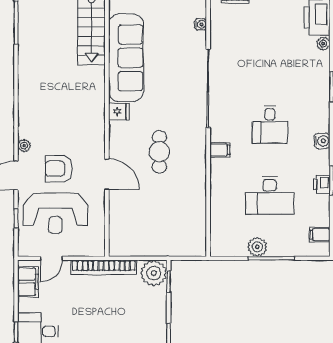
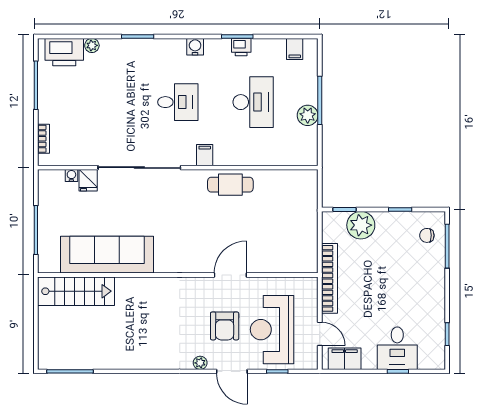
fridge: (119, 112) -> (88, 180), moved, turned 180
cafe table: (159, 152) -> (230, 185), moved
reception desk: (55, 213) -> (272, 330), turned 180
plant: (154, 273) -> (361, 225), moved

